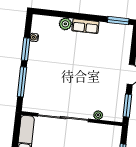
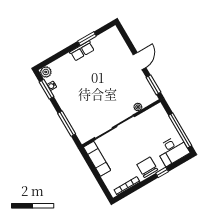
window: (118, 21) -> (87, 39), moved
plant: (65, 24) -> (46, 72), moved
window: (26, 49) -> (47, 89), moved

